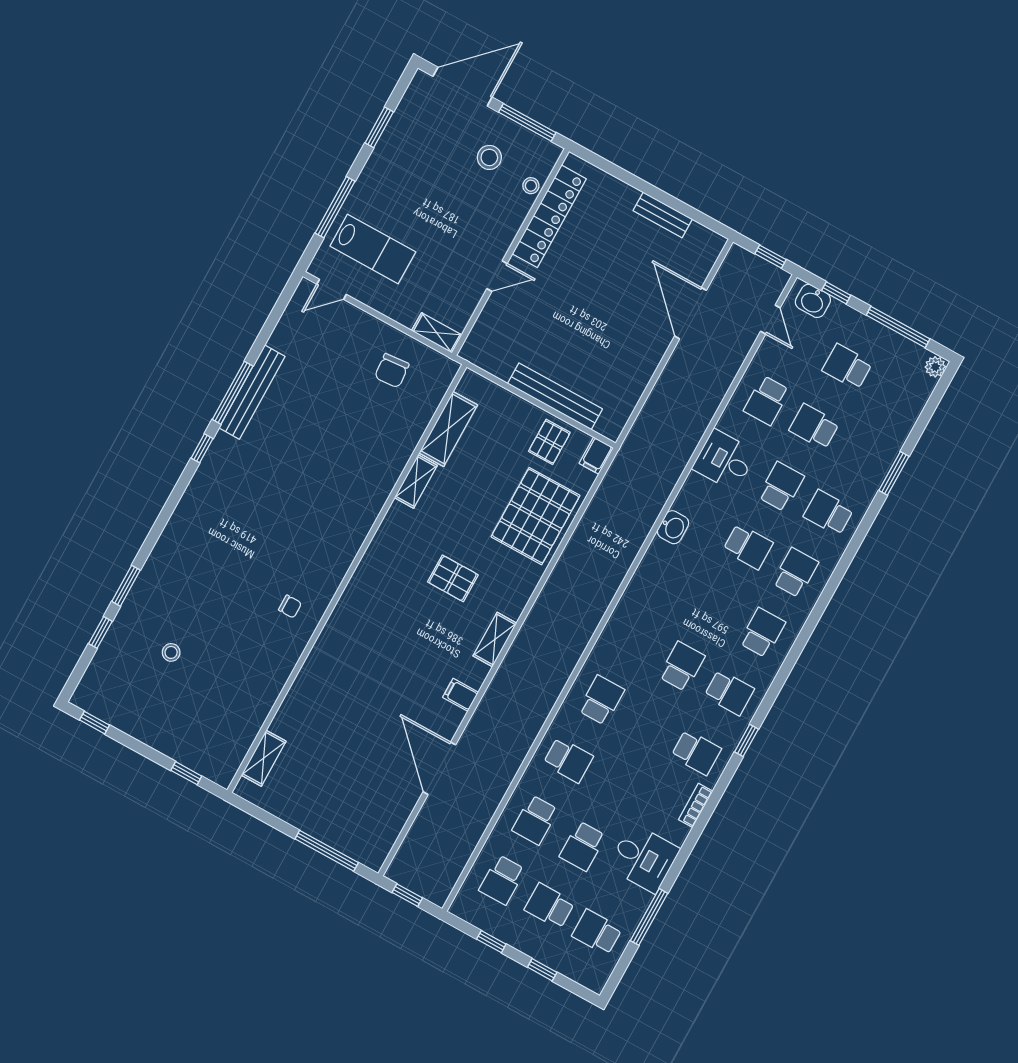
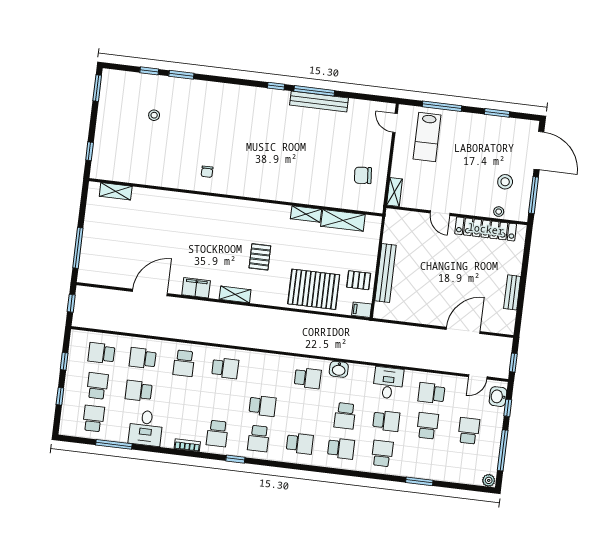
school desk: (667, 580) -> (308, 378), added
filing cabinet: (460, 695) -> (196, 288), width x2.00
window: (95, 723) -> (97, 88), width x1.50

